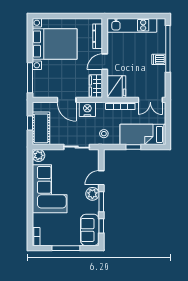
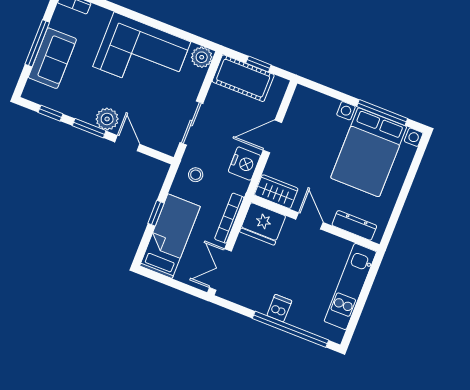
window: (30, 78) -> (382, 112), moved
sofa: (90, 230) -> (52, 58), moved, turned 90

